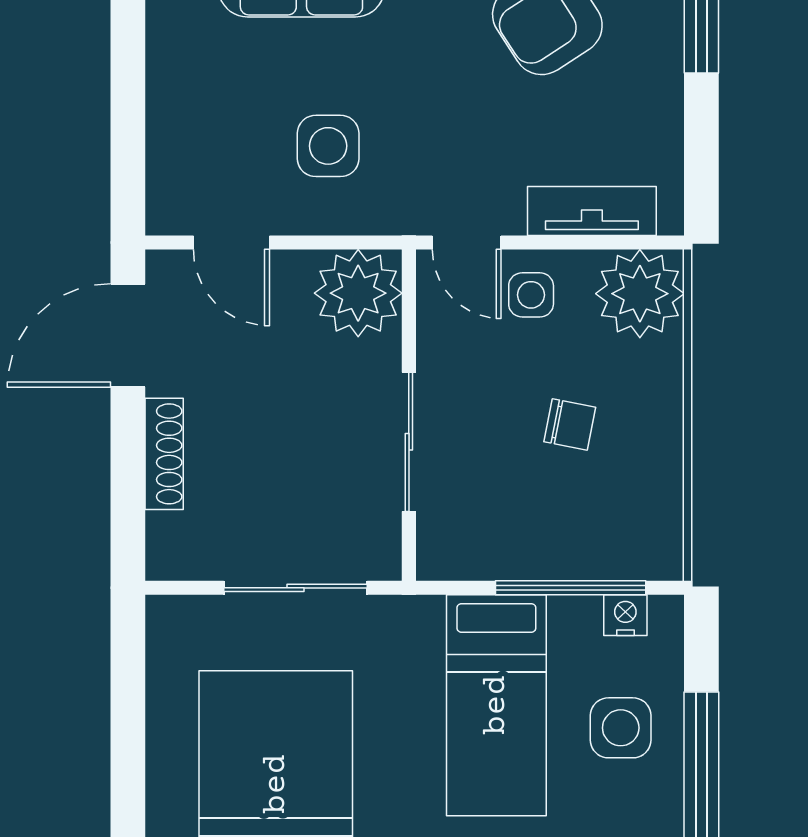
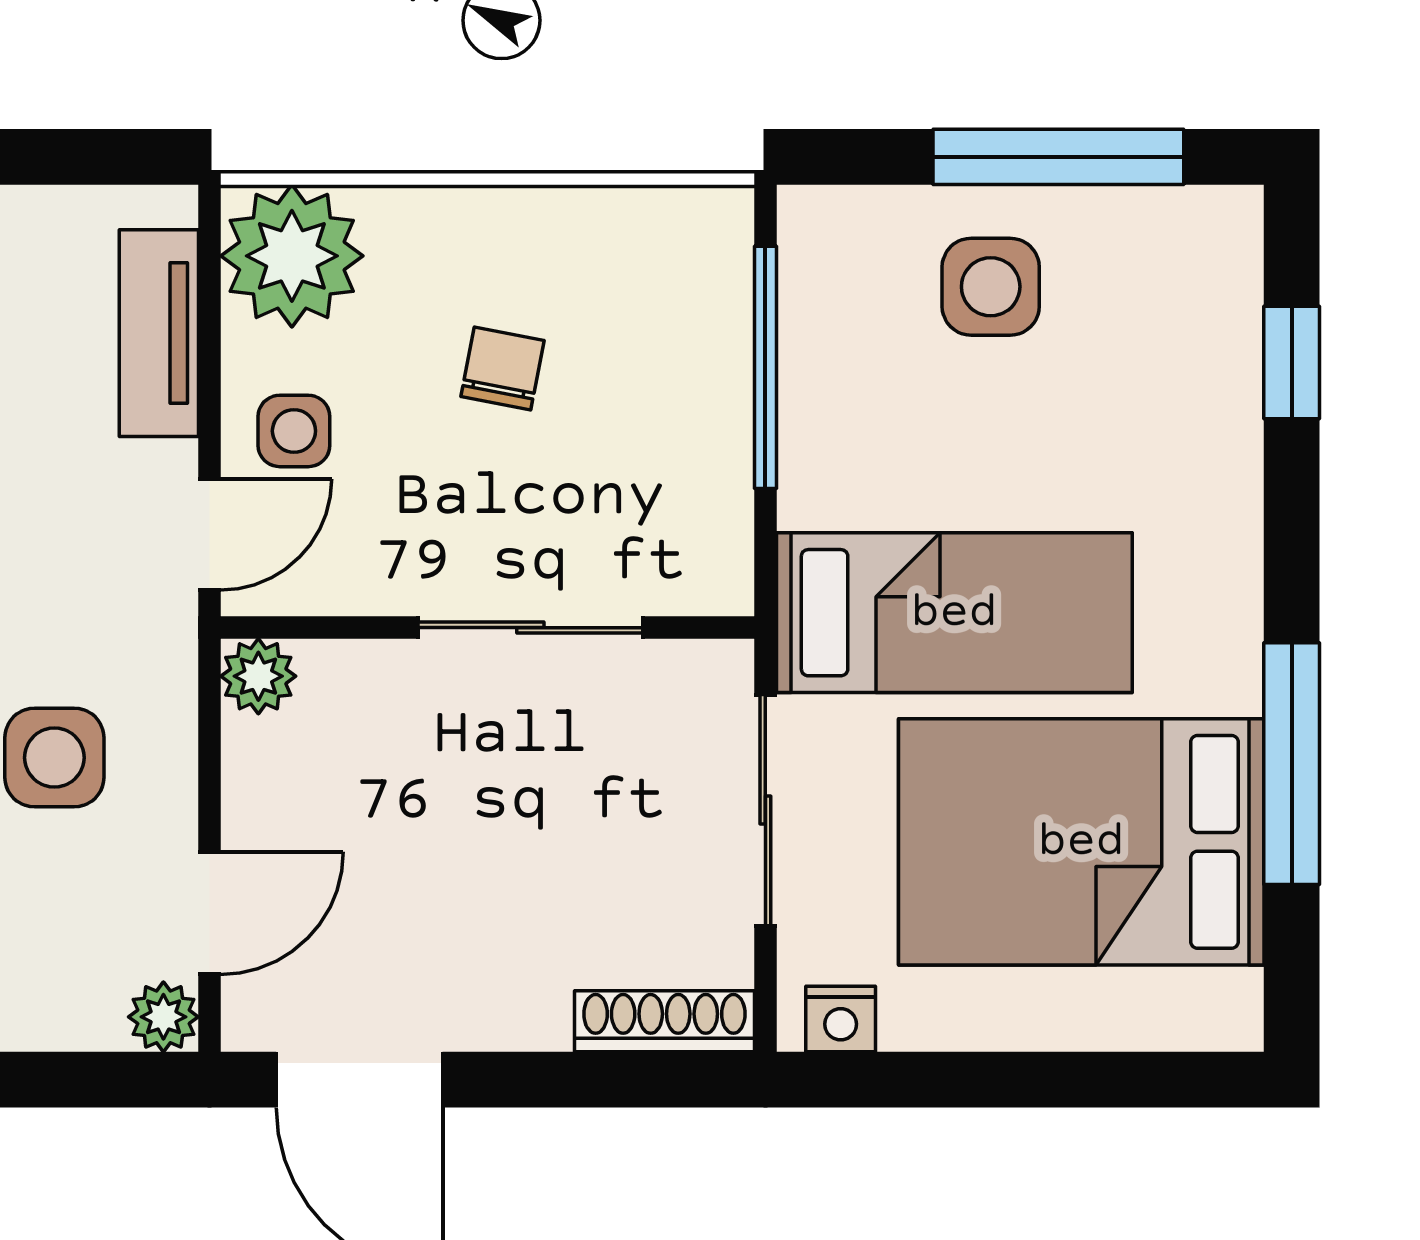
plant: (167, 214) -> (163, 1017), added
plant: (358, 293) -> (258, 676), width x0.53, depth x0.53
shoe rack: (164, 454) -> (664, 1021), moved
nightstand: (625, 615) -> (841, 1019), moved, turned -90
bed: (496, 705) -> (954, 613), moved

